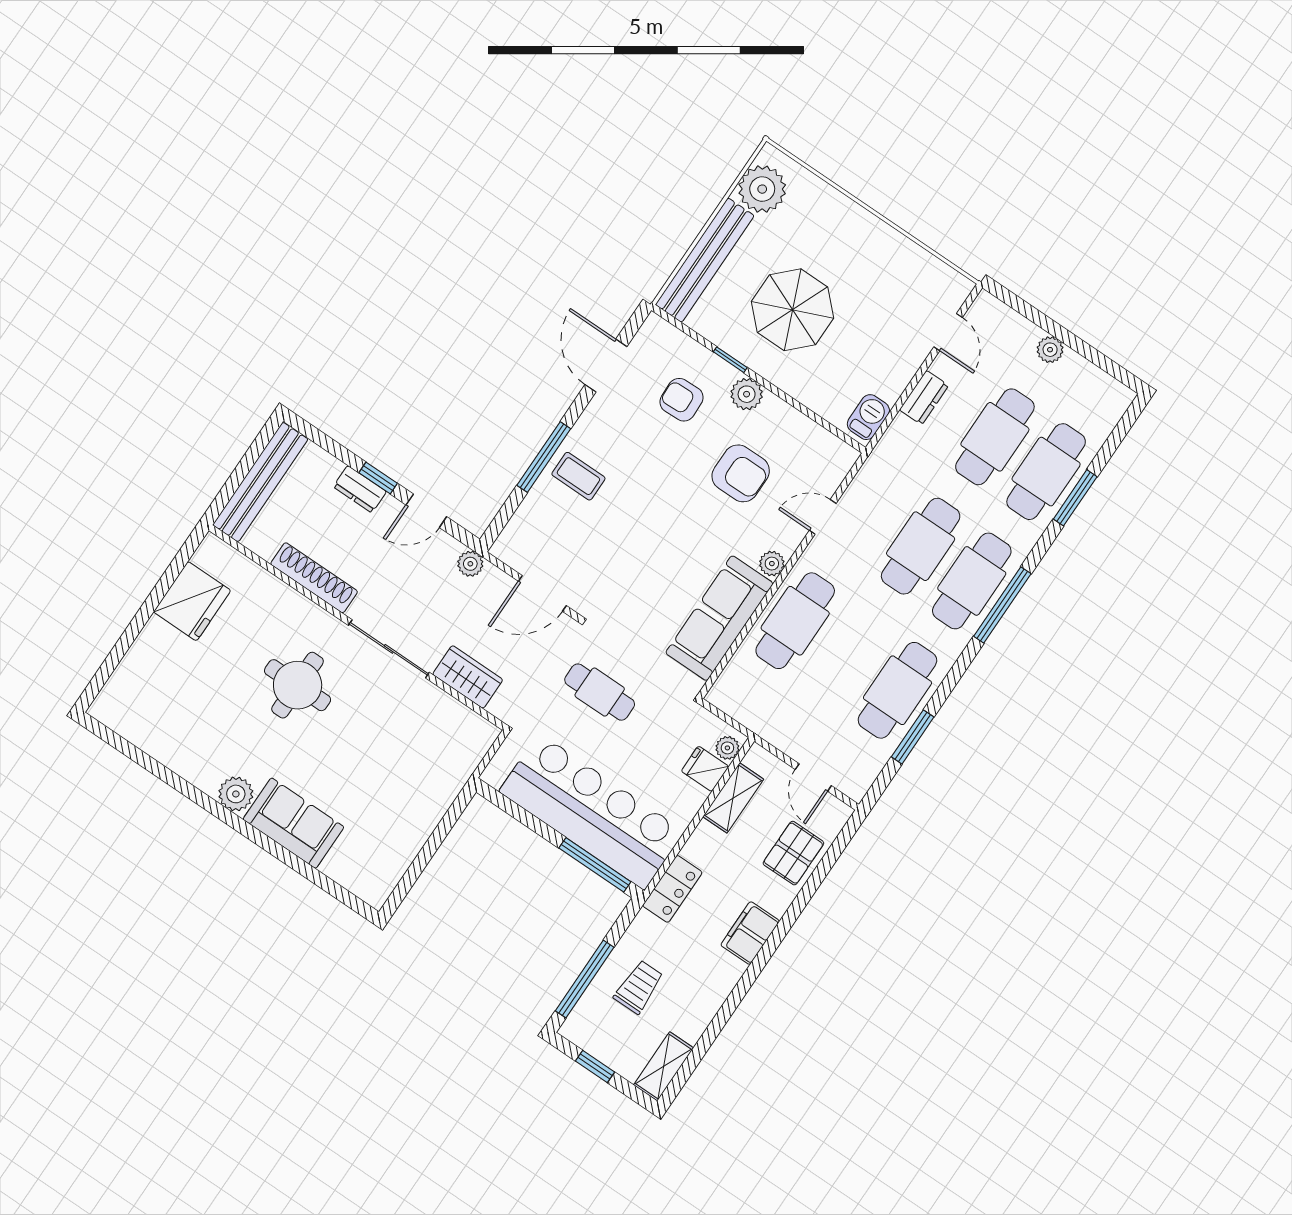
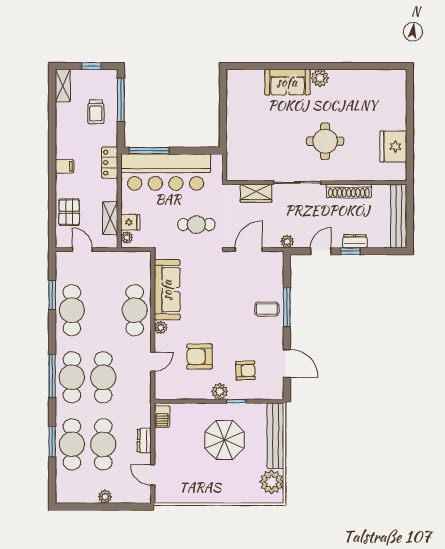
filing cabinet: (750, 933) -> (64, 166), width x0.50

